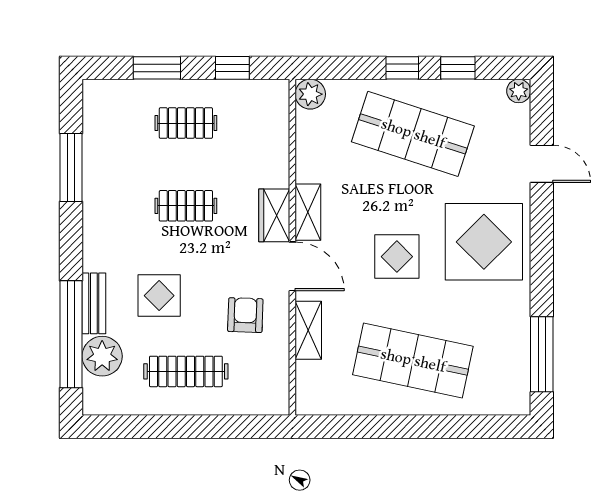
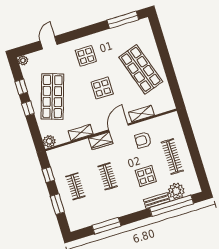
shelving: (308, 212) -> (81, 133), moved
display table: (484, 242) -> (86, 56), width x0.54, depth x0.54
shop shelf: (413, 361) -> (141, 69), turned -30

